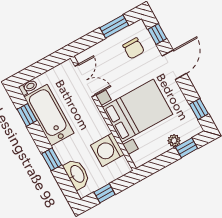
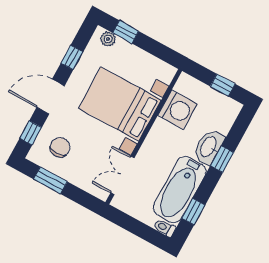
window: (199, 109) -> (72, 58), moved
plant: (174, 141) -> (108, 39), moved
washbasin: (77, 174) -> (209, 147), moved

